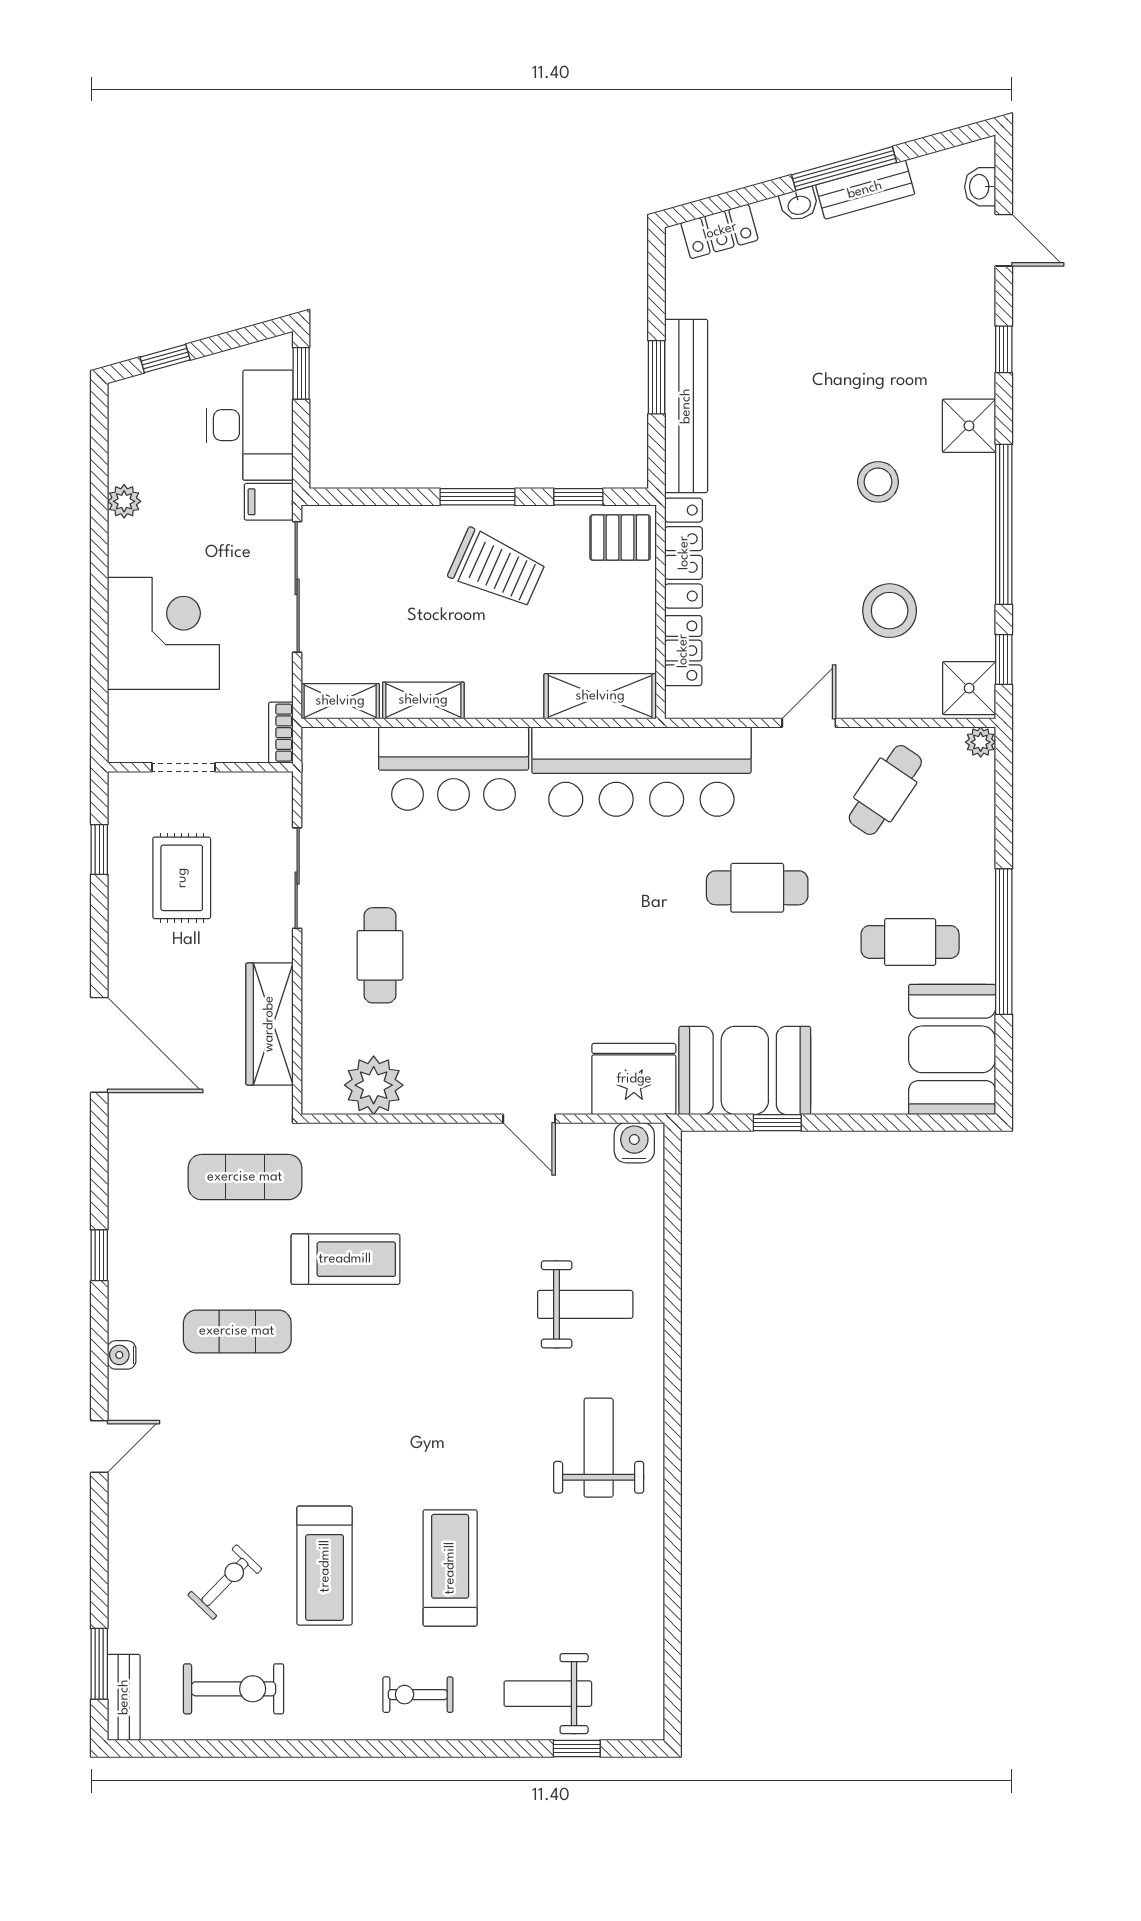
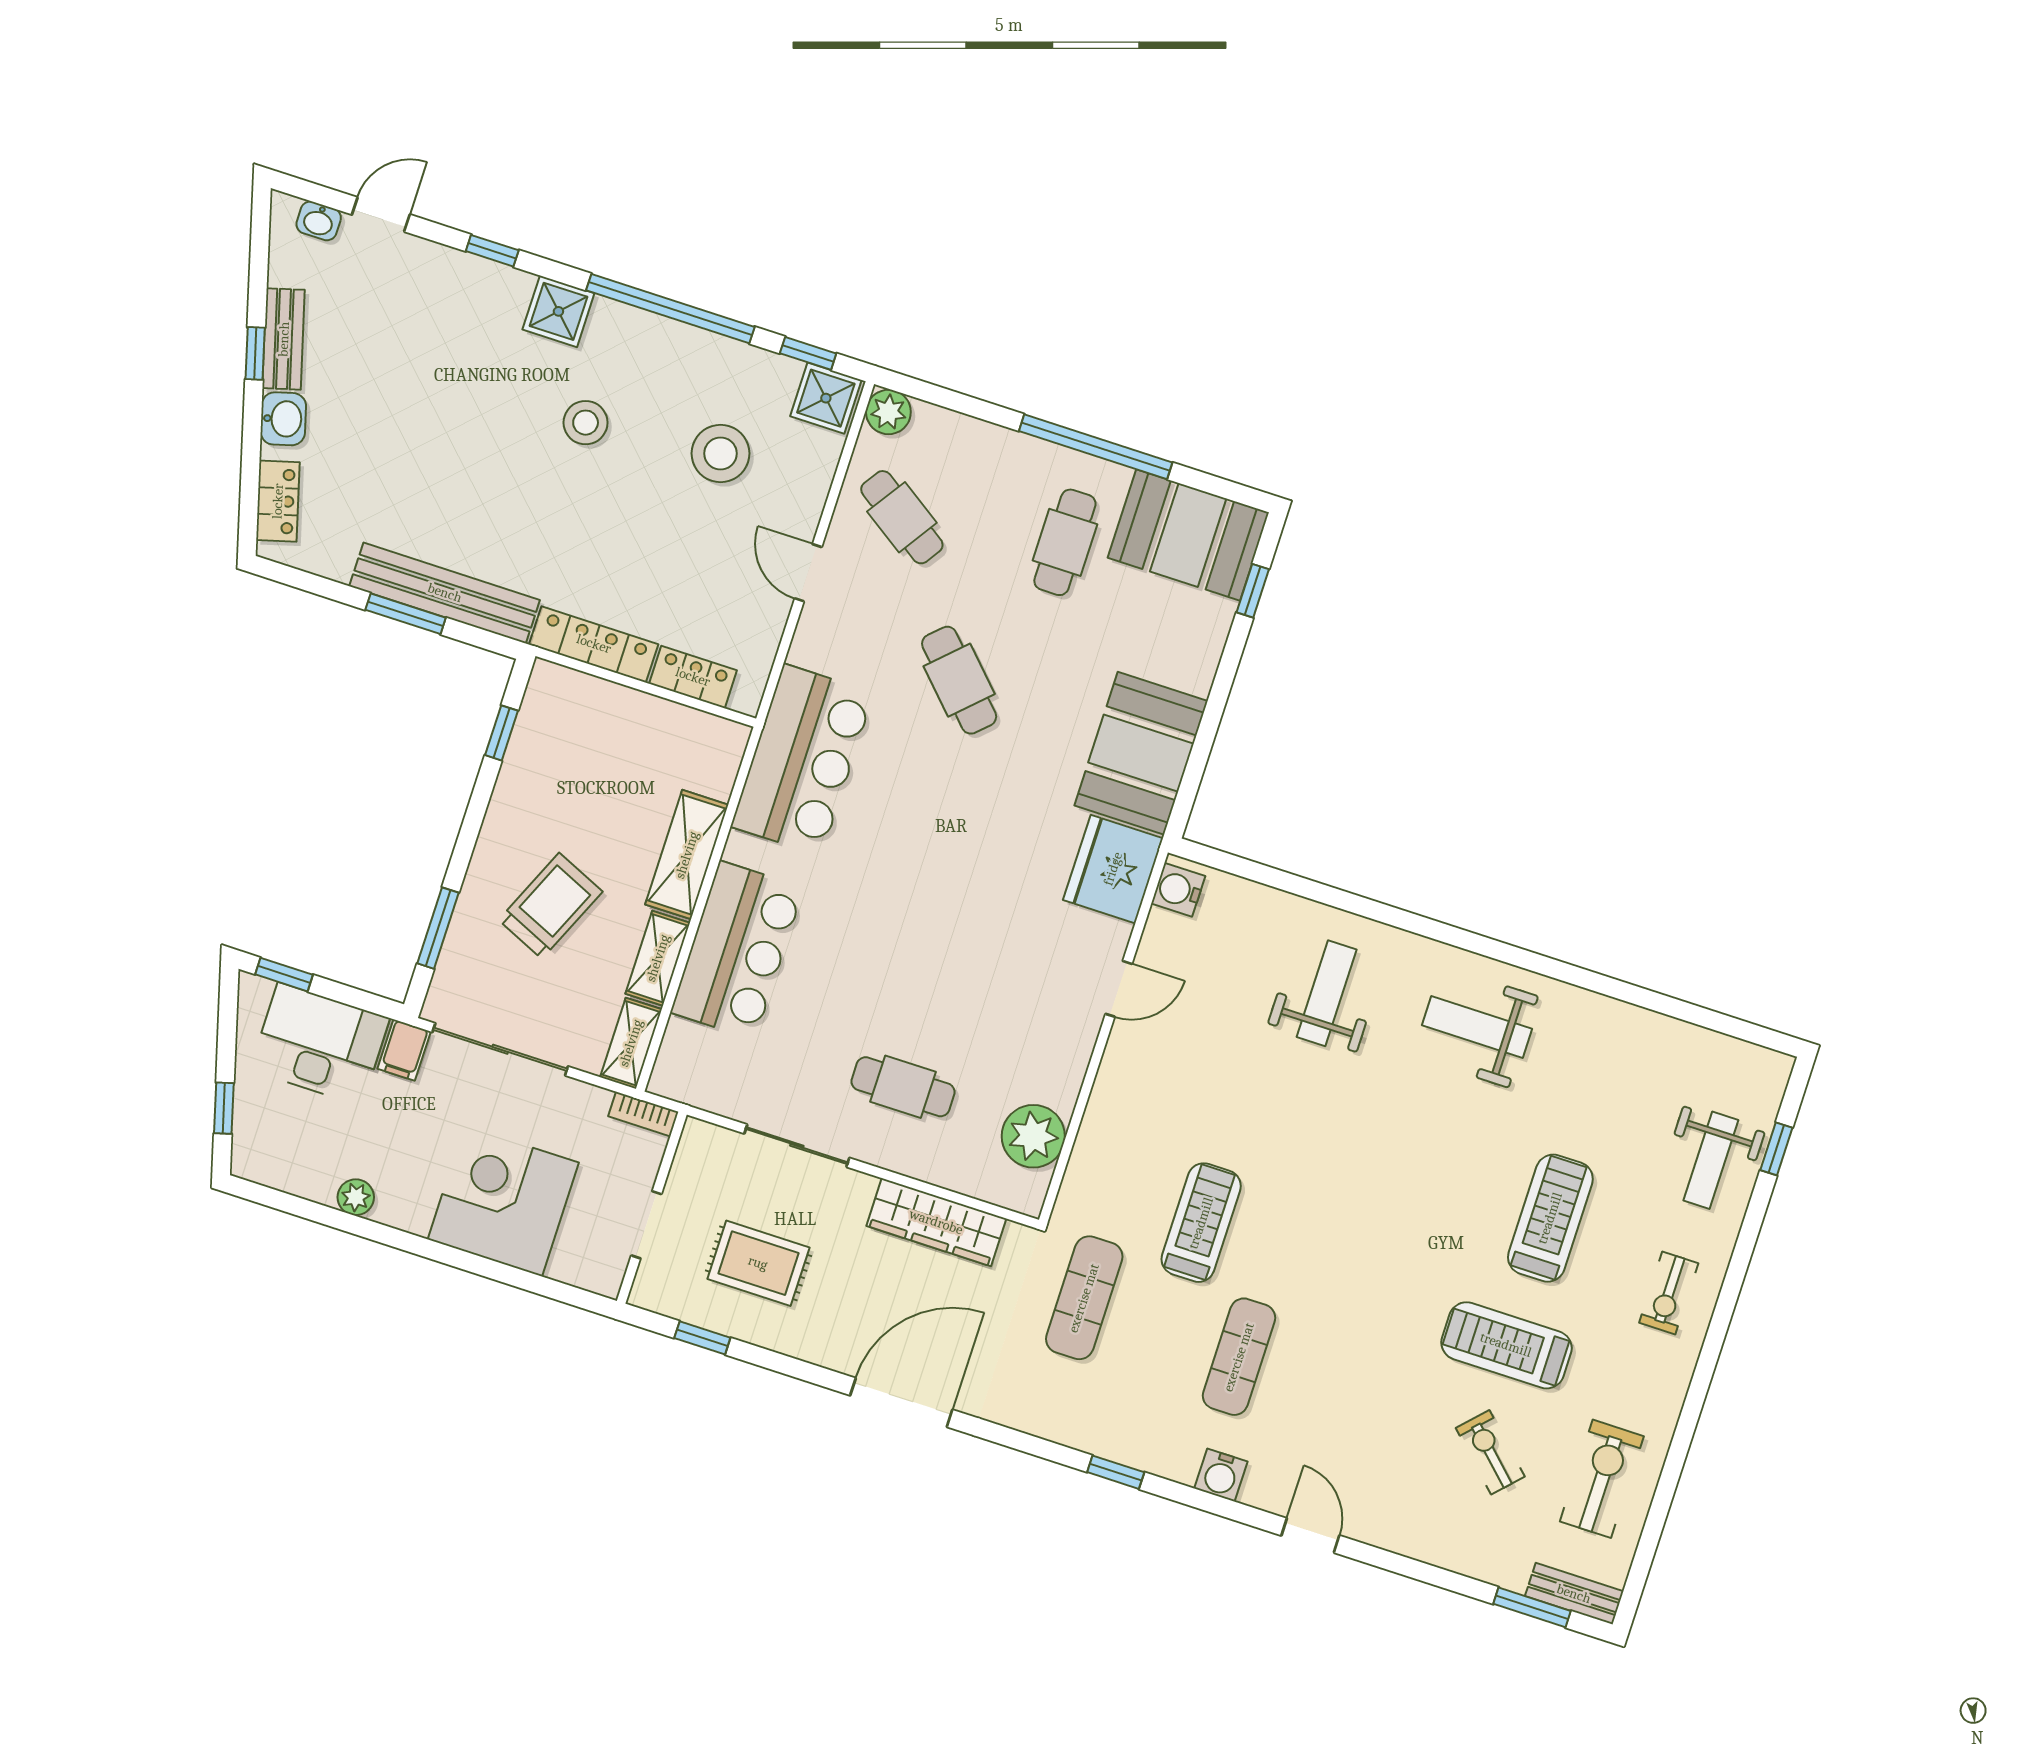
window: (844, 169) -> (255, 353), width x0.46
washbasin: (799, 204) -> (283, 419), width x1.38, depth x1.45
window: (478, 497) -> (438, 928), moved
pallet: (620, 538) -> (557, 704), removed
trolley: (497, 569) -> (551, 906), moved
shelving: (600, 696) -> (687, 855), moved
plant: (981, 742) -> (888, 412), width x1.38, depth x1.38
bar counter: (641, 772) -> (802, 760), width x0.73
cafe table: (757, 888) -> (959, 680), turned -44
window: (777, 1123) -> (1253, 591), moved
water cooler: (122, 1355) -> (1221, 1475), width x1.38, depth x1.38
treadmill: (325, 1566) -> (1506, 1345), turned 180
treadmill: (450, 1568) -> (1550, 1218), turned 90

